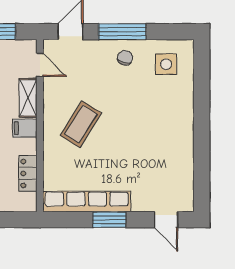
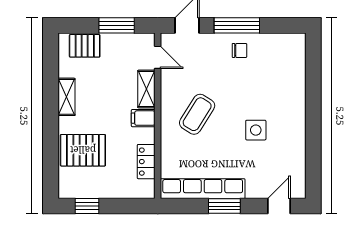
chair: (125, 58) -> (240, 50), turned 75
side table: (166, 64) -> (256, 130), moved
door: (166, 220) -> (279, 206), swing flipped

